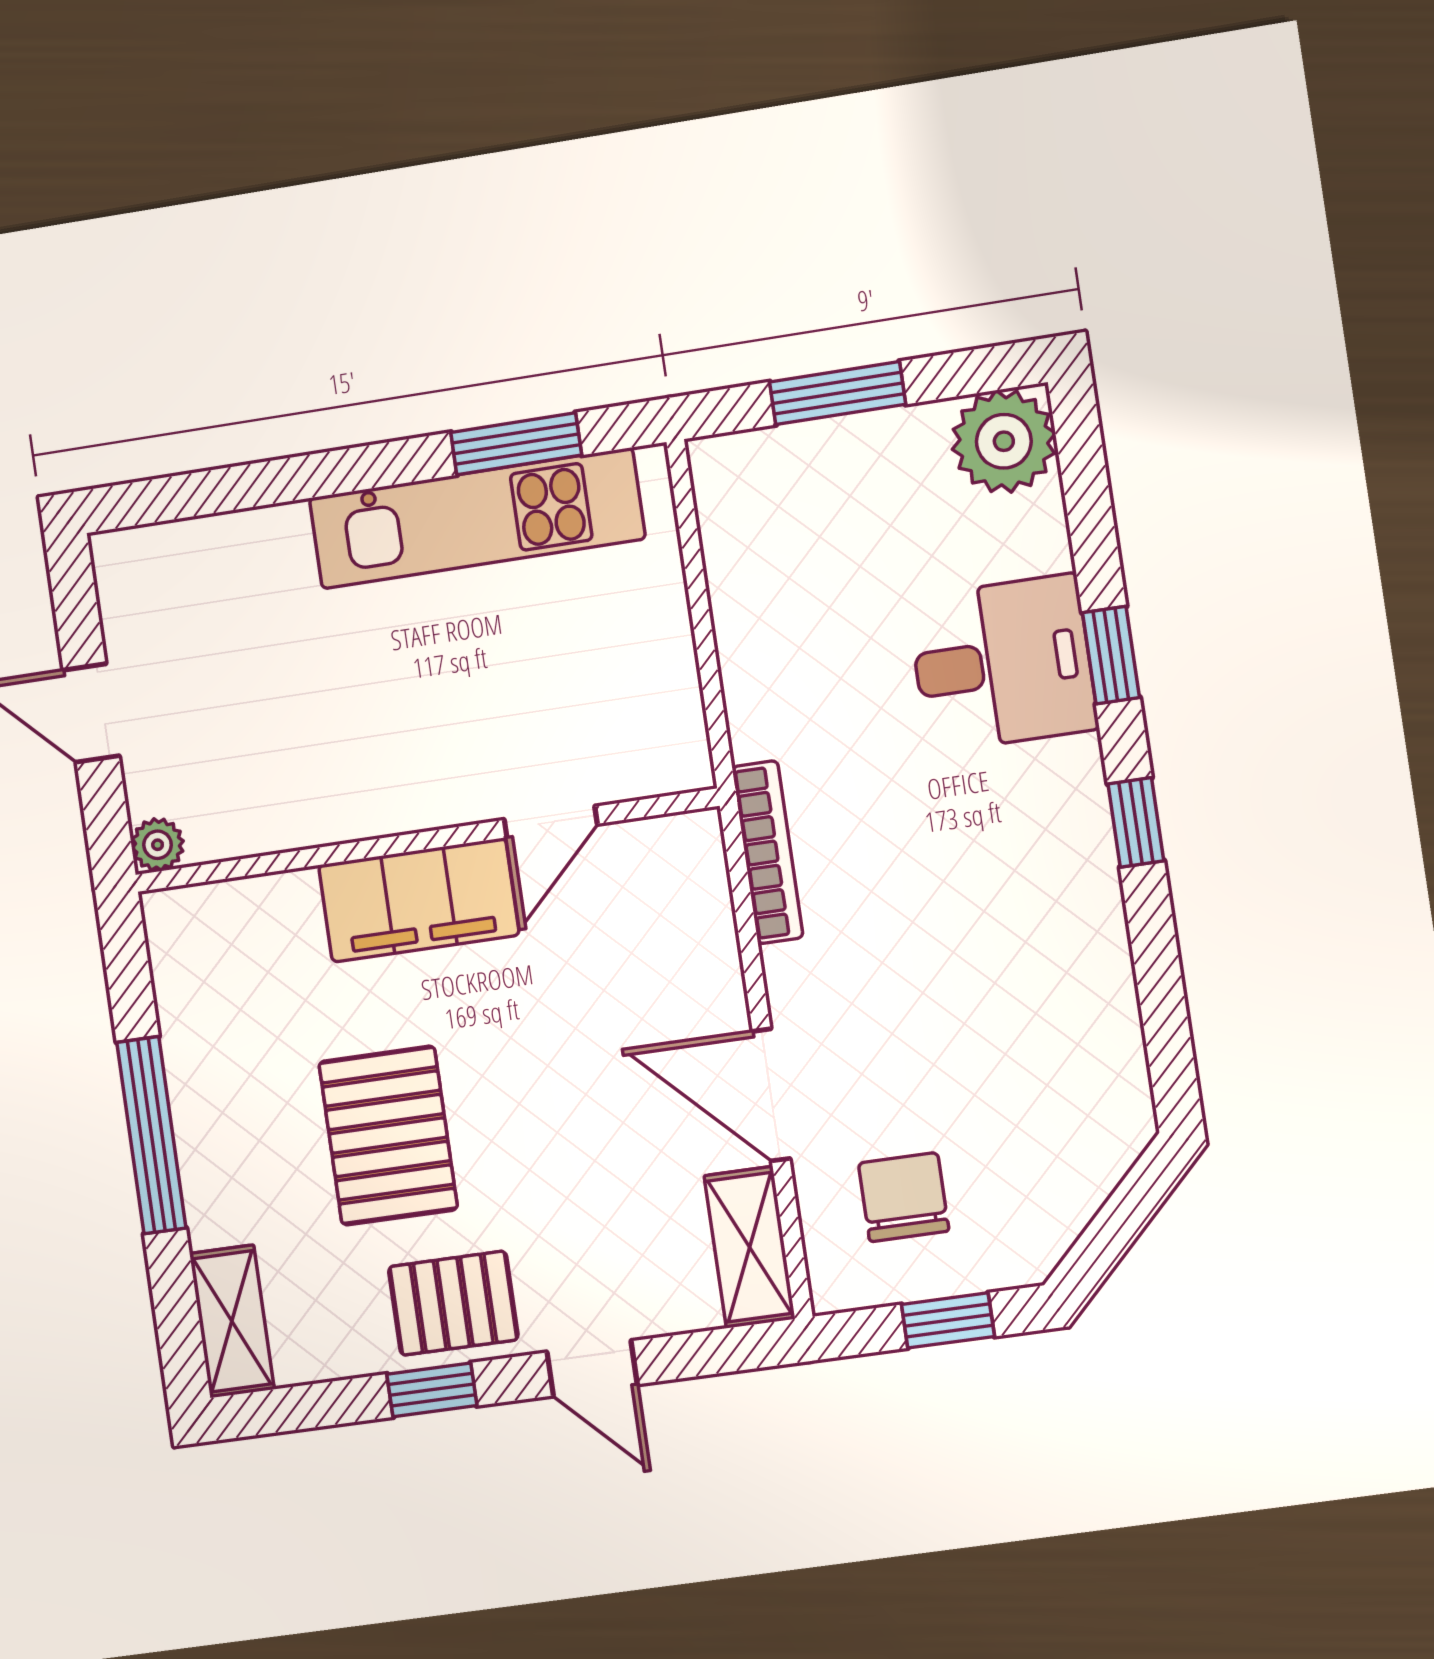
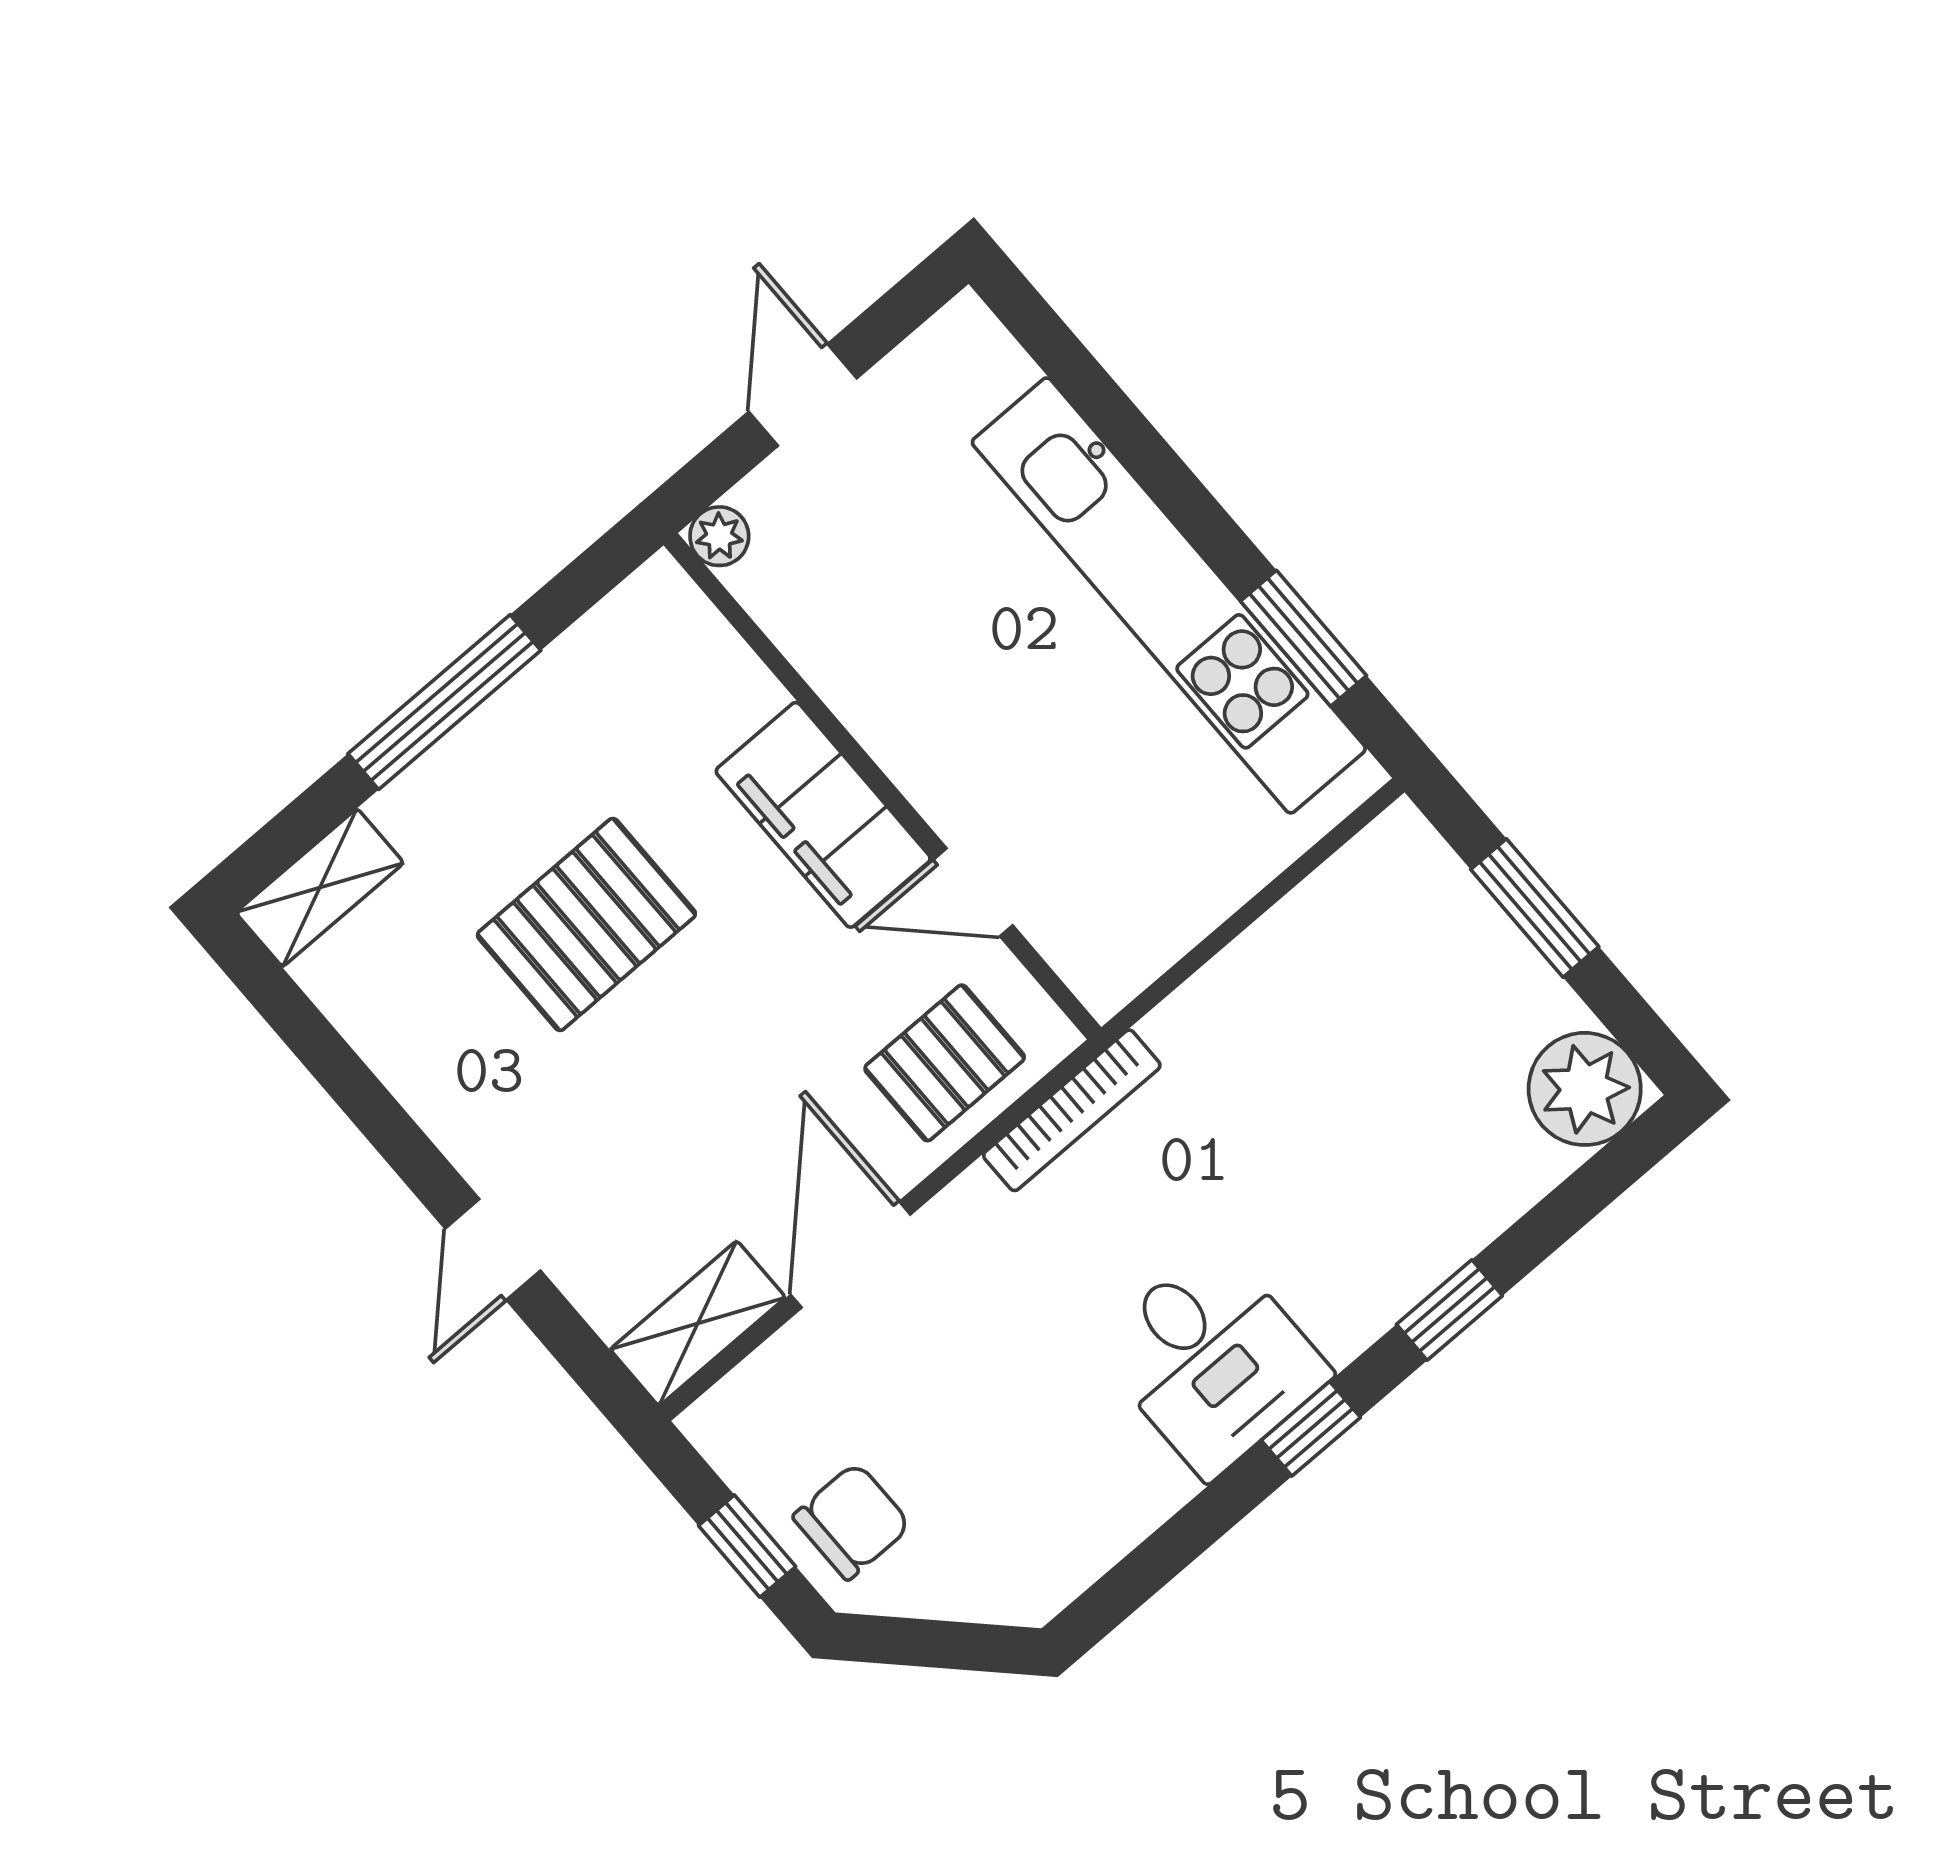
kitchen unit: (477, 518) -> (1169, 595), width x1.36
desk: (1002, 663) -> (1212, 1360), moved
chair: (904, 1197) -> (852, 1521), moved
pallet: (453, 1303) -> (945, 1063), moved, turned 90
window: (432, 1390) -> (377, 1114), removed

